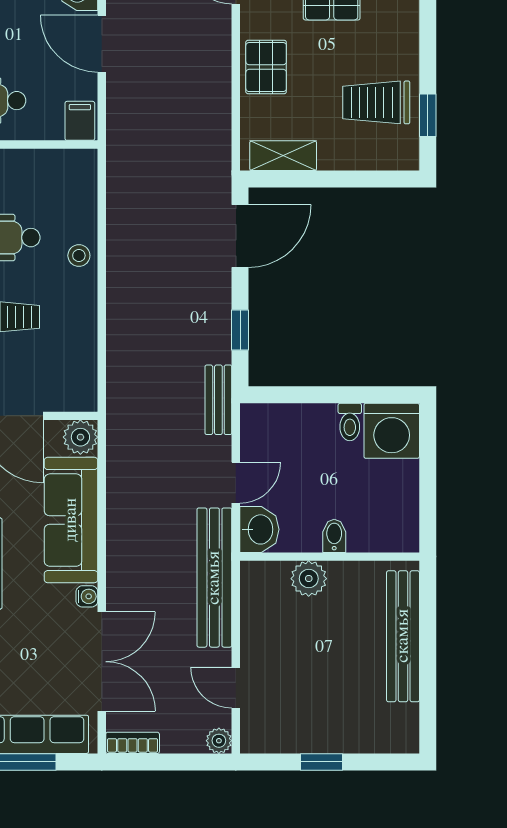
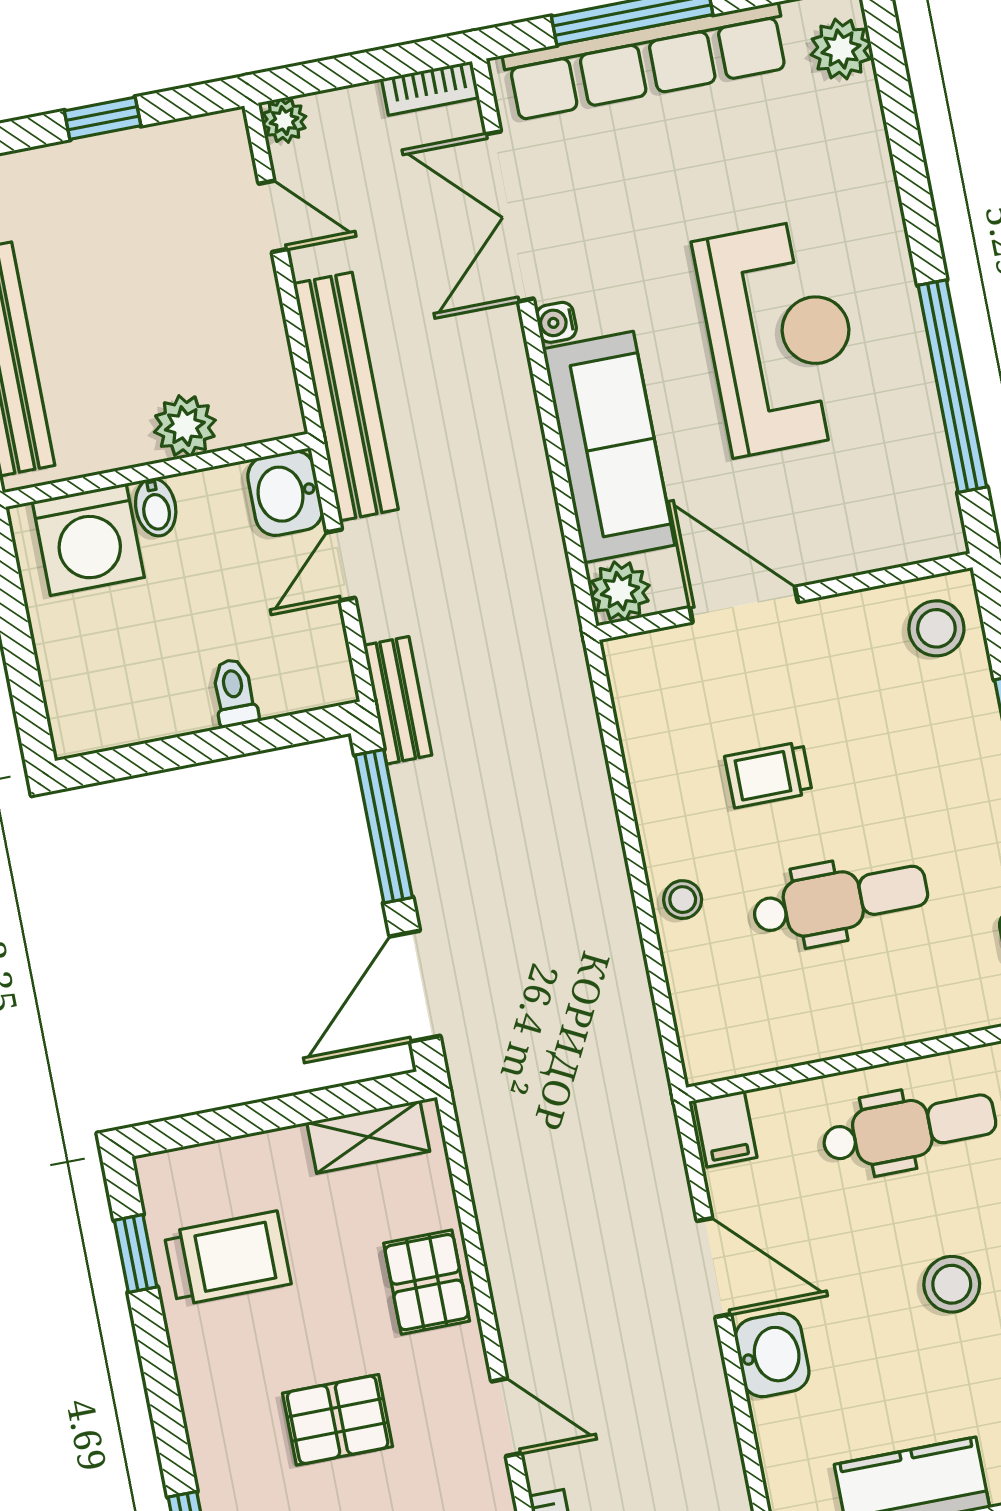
window: (240, 330) -> (384, 826), width x2.17
toilet: (350, 422) -> (234, 693), moved
washing machine: (392, 431) -> (88, 540), moved, turned 180

